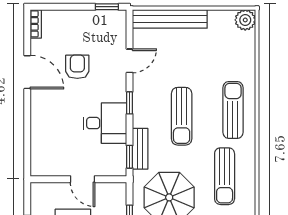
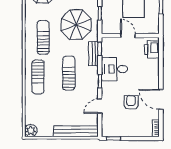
armchair: (77, 67) -> (131, 103), turned 180
printer: (42, 156) -> (152, 49), added

